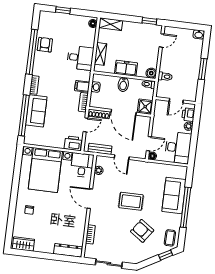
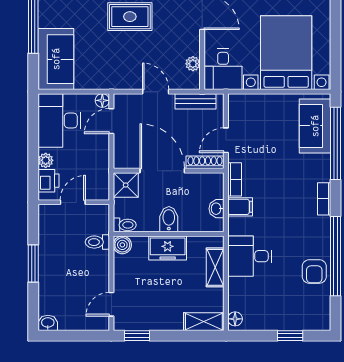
sofa: (36, 111) -> (315, 126), moved
printer: (73, 143) -> (244, 105), removed
sofa: (174, 195) -> (56, 59), moved

